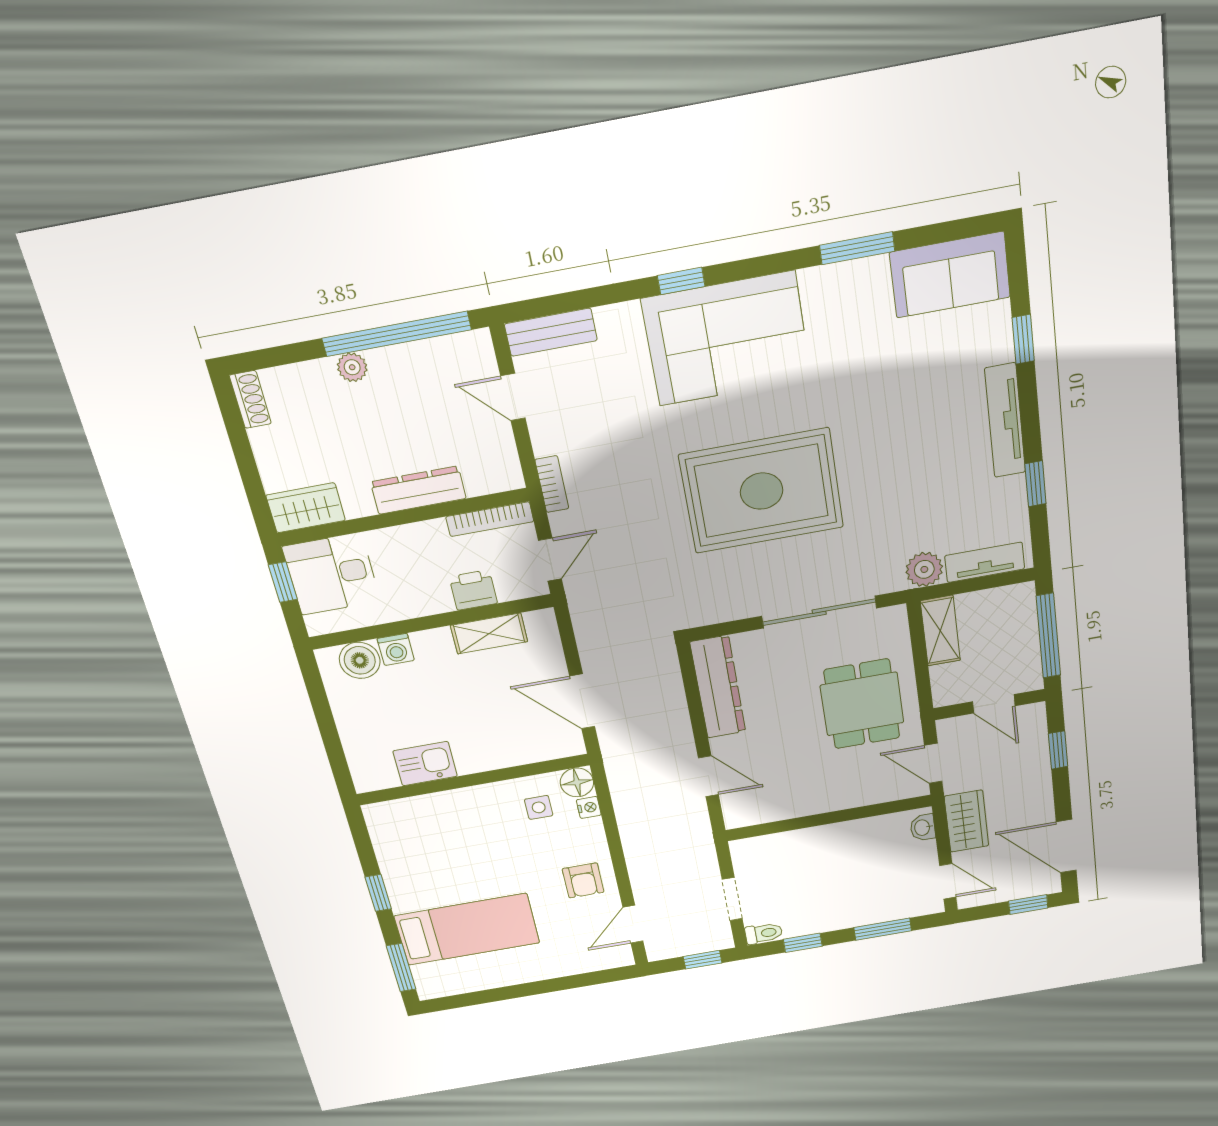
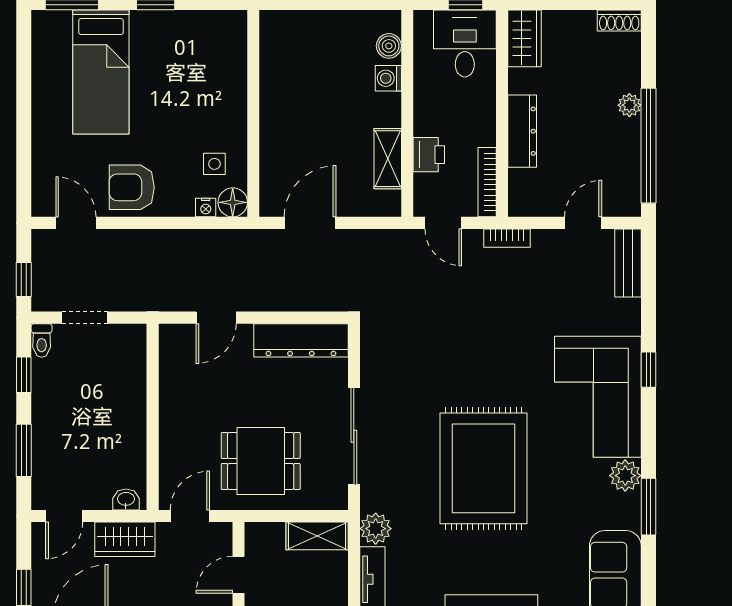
plant: (821, 286) -> (625, 476), added
rug: (762, 491) -> (484, 468), moved
boiler: (360, 660) -> (389, 46), width x0.73, depth x0.73
kitchen sink: (425, 764) -> (277, 76), removed
armchair: (583, 880) -> (132, 187), width x1.38, depth x1.38

